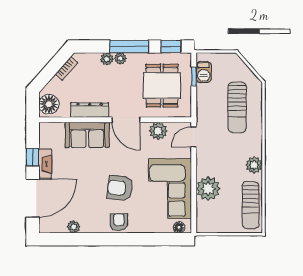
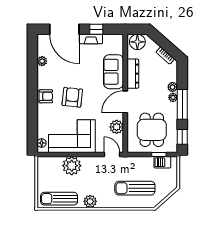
dining table: (162, 86) -> (152, 130), turned 90

